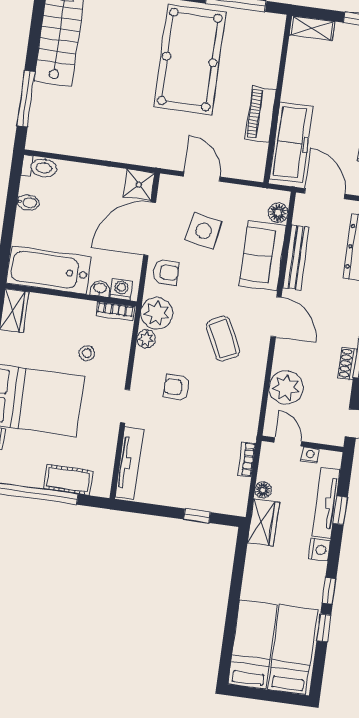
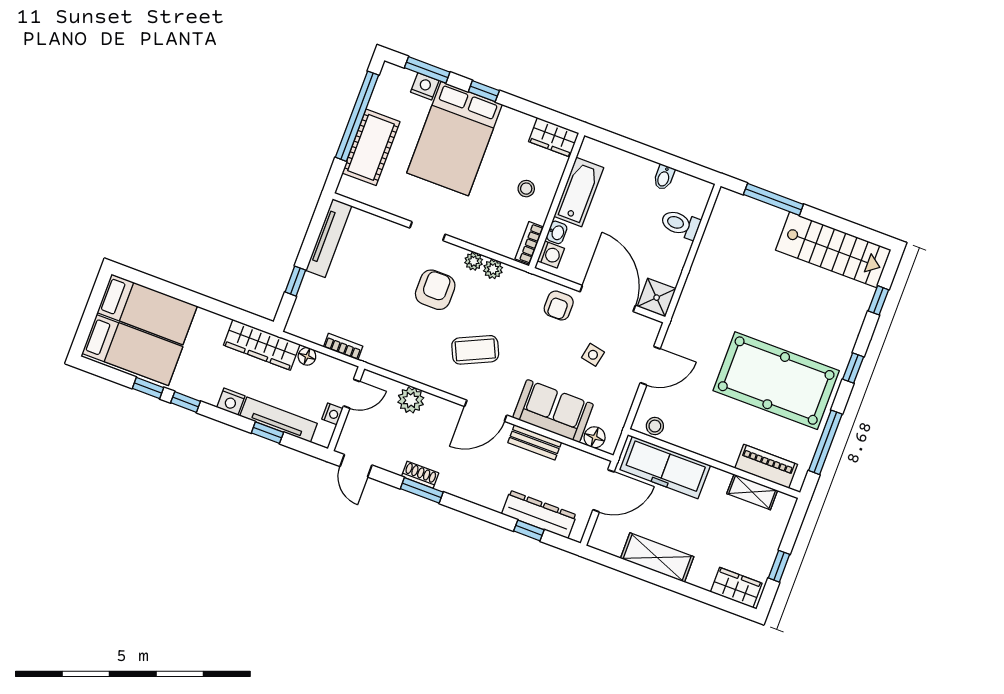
shelving: (312, 28) -> (752, 492), moved, turned 90
piano: (261, 114) -> (766, 466), moved
stool: (256, 160) -> (655, 426), added
toilet: (39, 167) -> (680, 224), moved, turned 90
side table: (204, 231) -> (593, 355), width x0.54, depth x0.54
bench: (296, 258) -> (535, 442), width x0.73
bathtub: (49, 270) -> (579, 192), width x0.73, depth x0.73
plant: (157, 313) -> (474, 261), moved, width x0.53, depth x0.53
stool: (87, 353) -> (526, 189), moved
armchair: (177, 387) -> (435, 290), width x1.38, depth x1.38
plant: (286, 388) -> (411, 400), width x0.73, depth x0.73
tv unit: (129, 463) -> (329, 238), moved, turned -90
cot: (68, 480) -> (371, 147), width x1.37, depth x1.34
wardrobe: (263, 522) -> (262, 345), width x1.50

